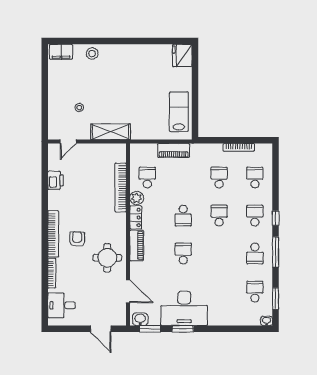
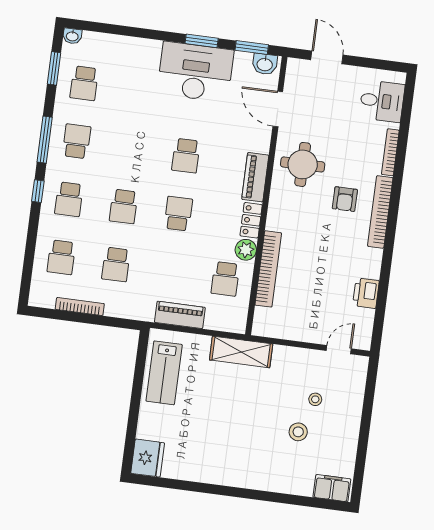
stool: (92, 54) -> (298, 432), moved
shelving: (111, 132) -> (241, 352), moved

